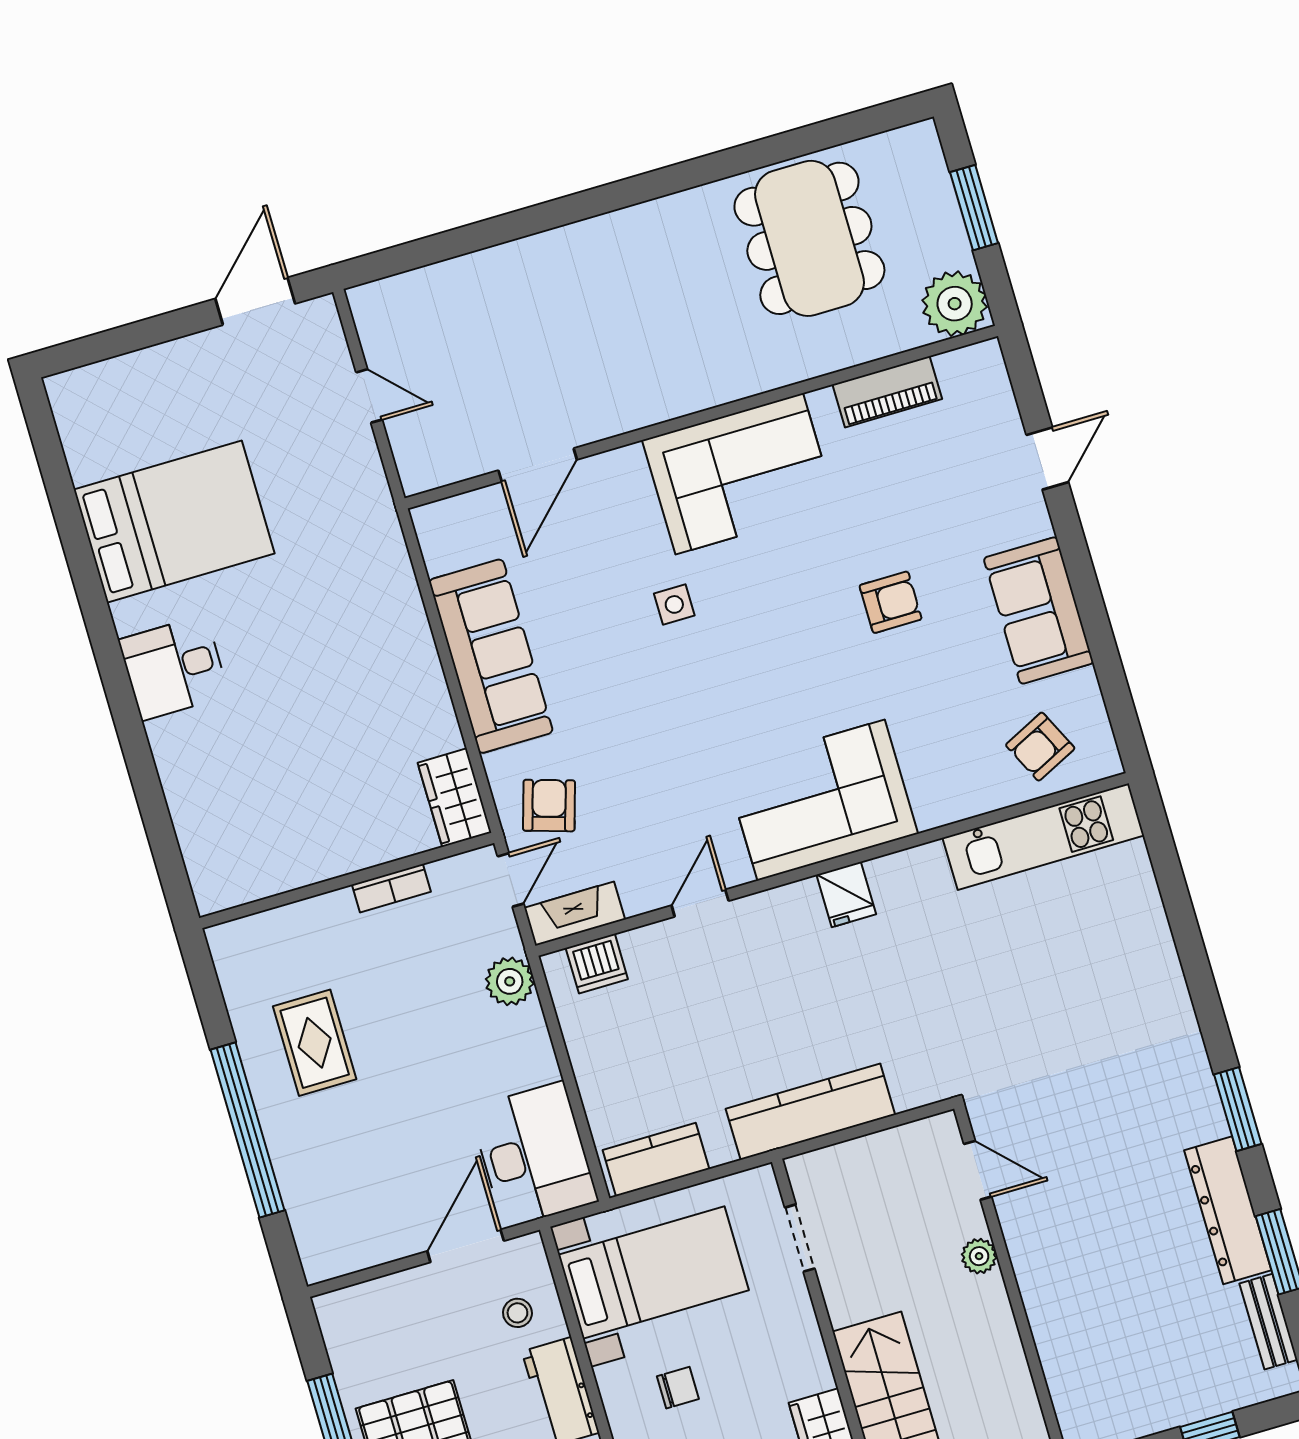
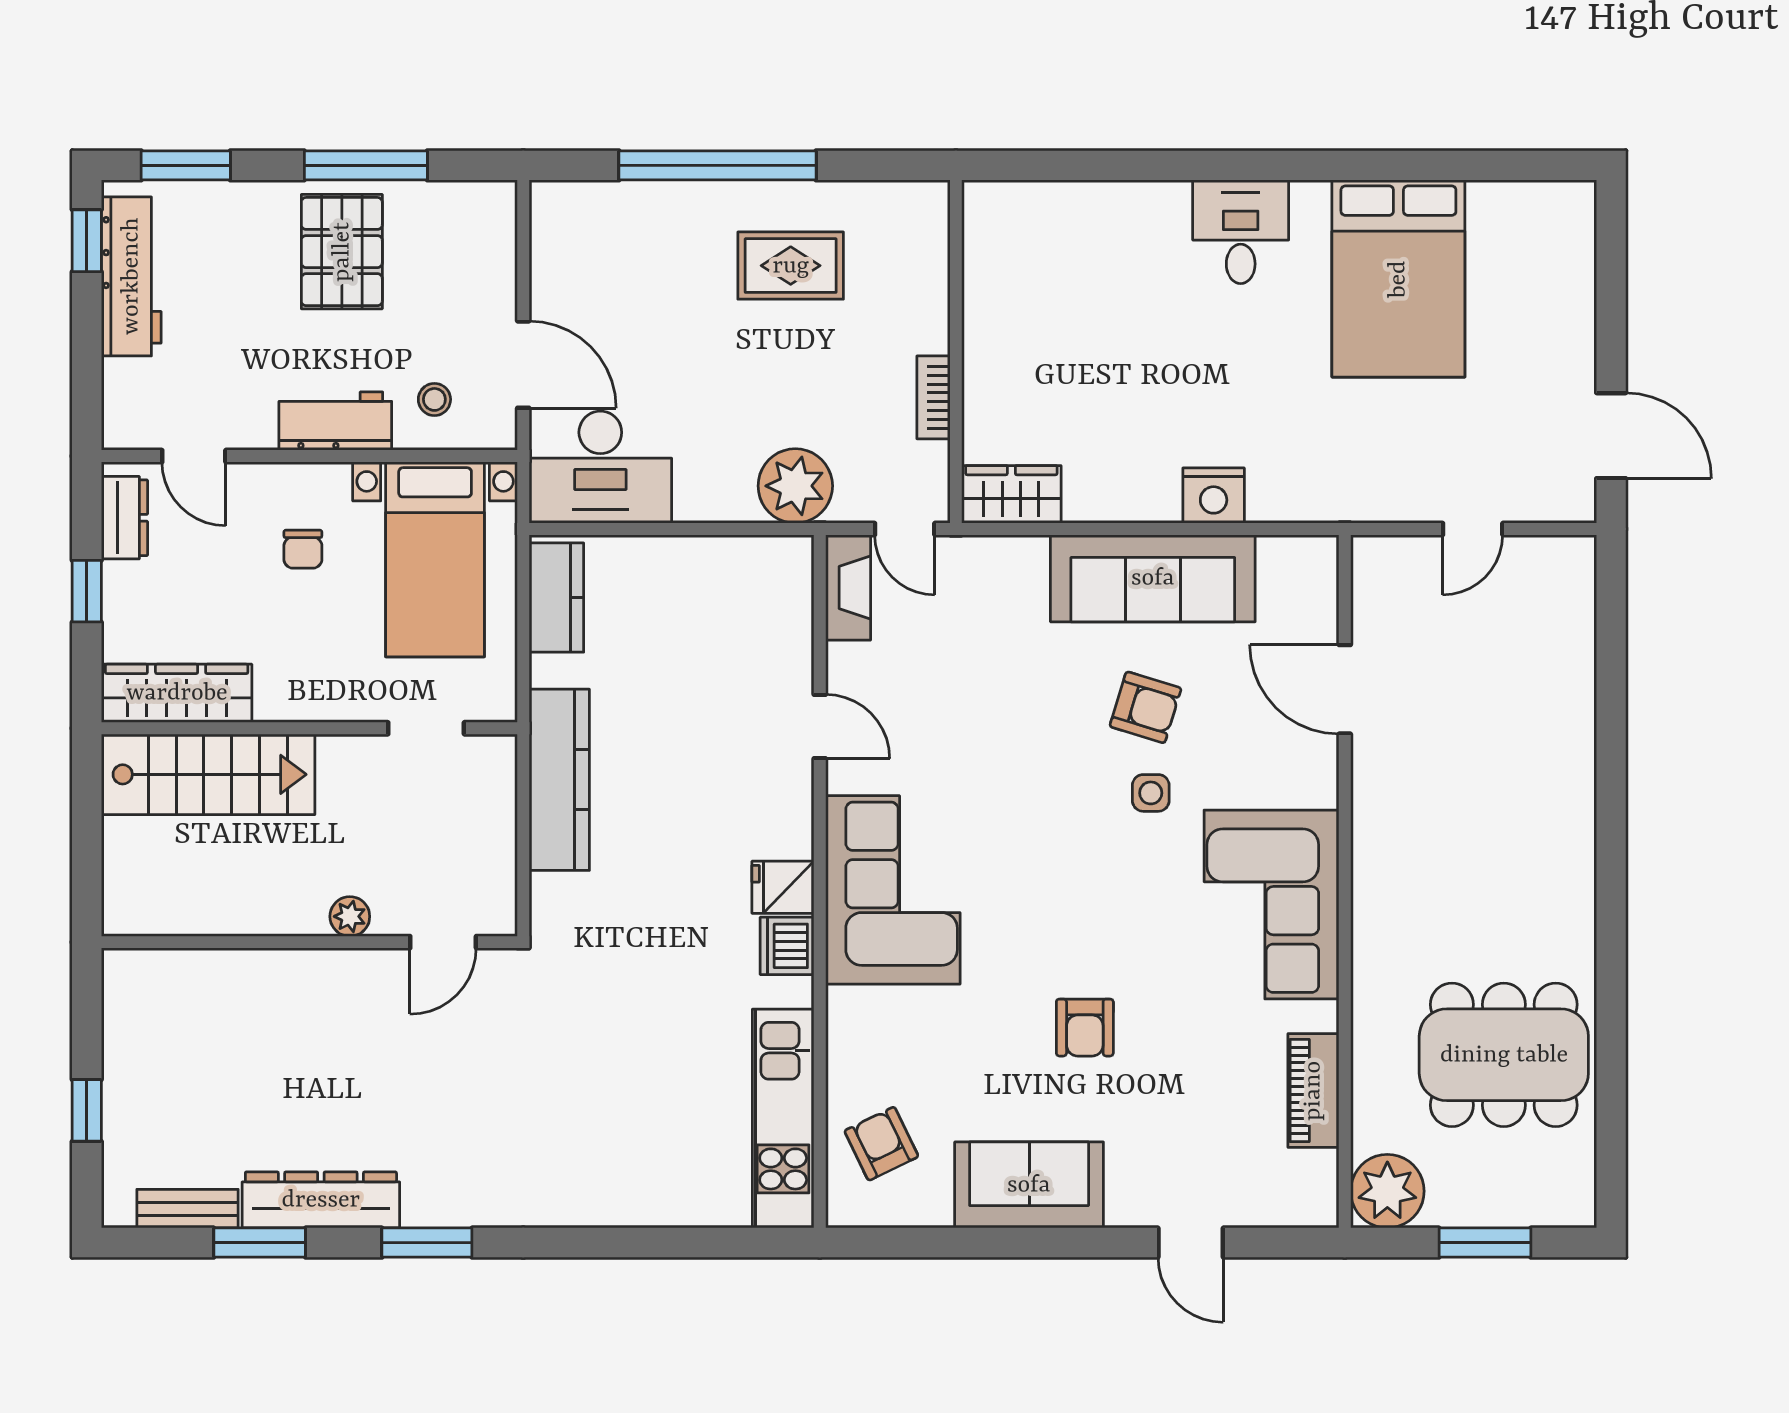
nightstand: (405, 625) -> (1214, 496), added
armchair: (549, 806) -> (1145, 707), moved
dishwasher: (597, 964) -> (787, 946), moved
plant: (510, 981) -> (795, 486), width x1.36, depth x1.36

